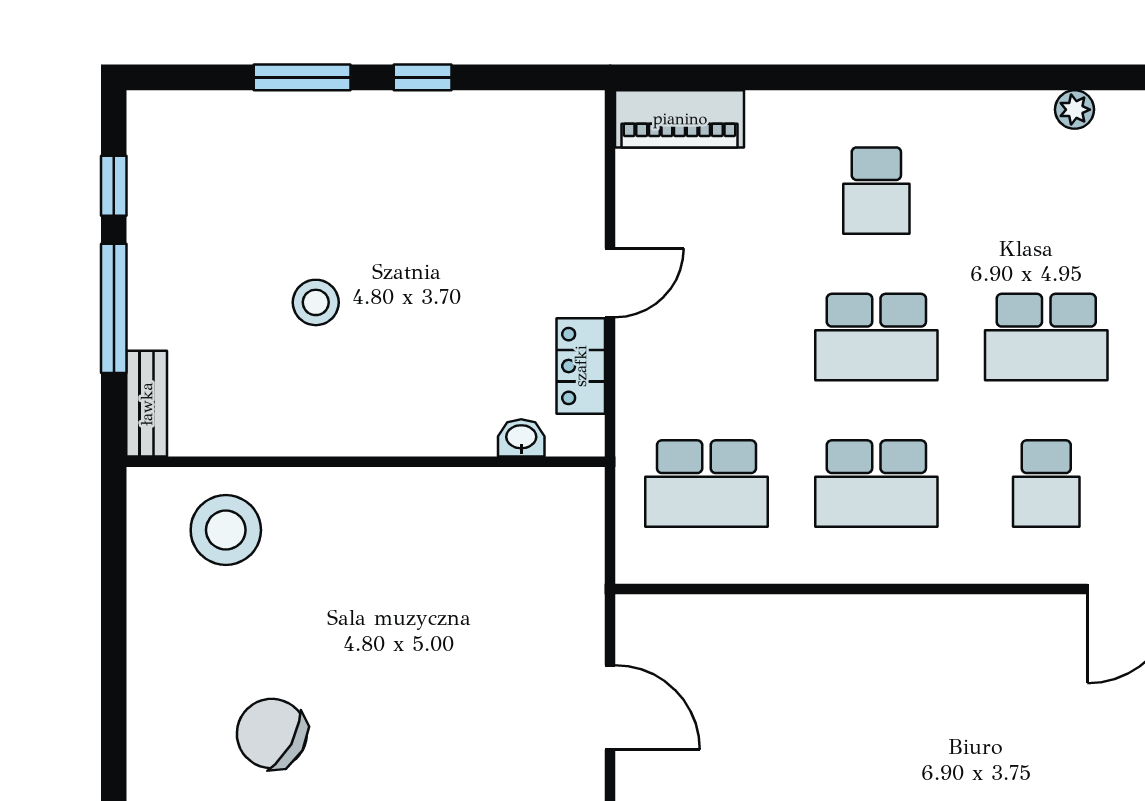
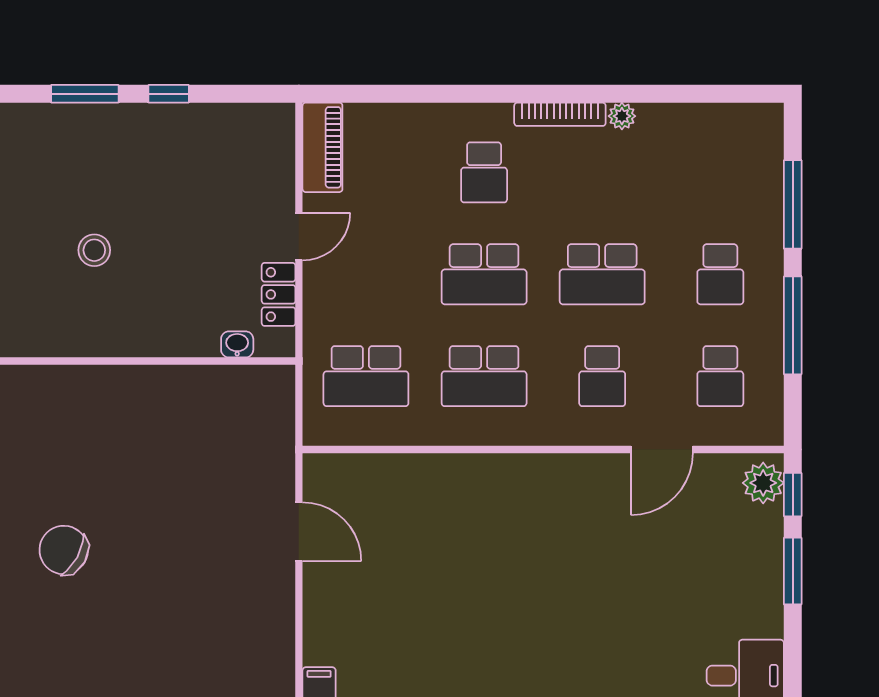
bookcase: (985, 107) -> (560, 114), added
piano: (680, 119) -> (322, 147), moved, turned -90
stool: (226, 530) -> (32, 408), removed

